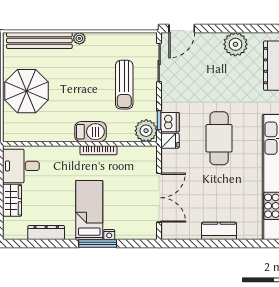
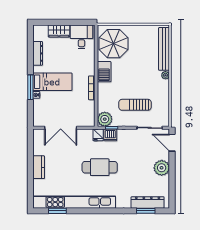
plant: (235, 44) -> (162, 168), moved
parasol: (26, 91) -> (114, 44), moved
barbecue: (90, 132) -> (104, 72), moved

